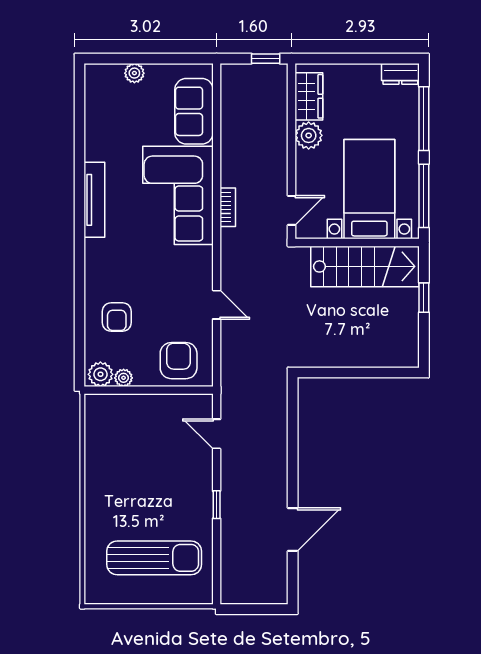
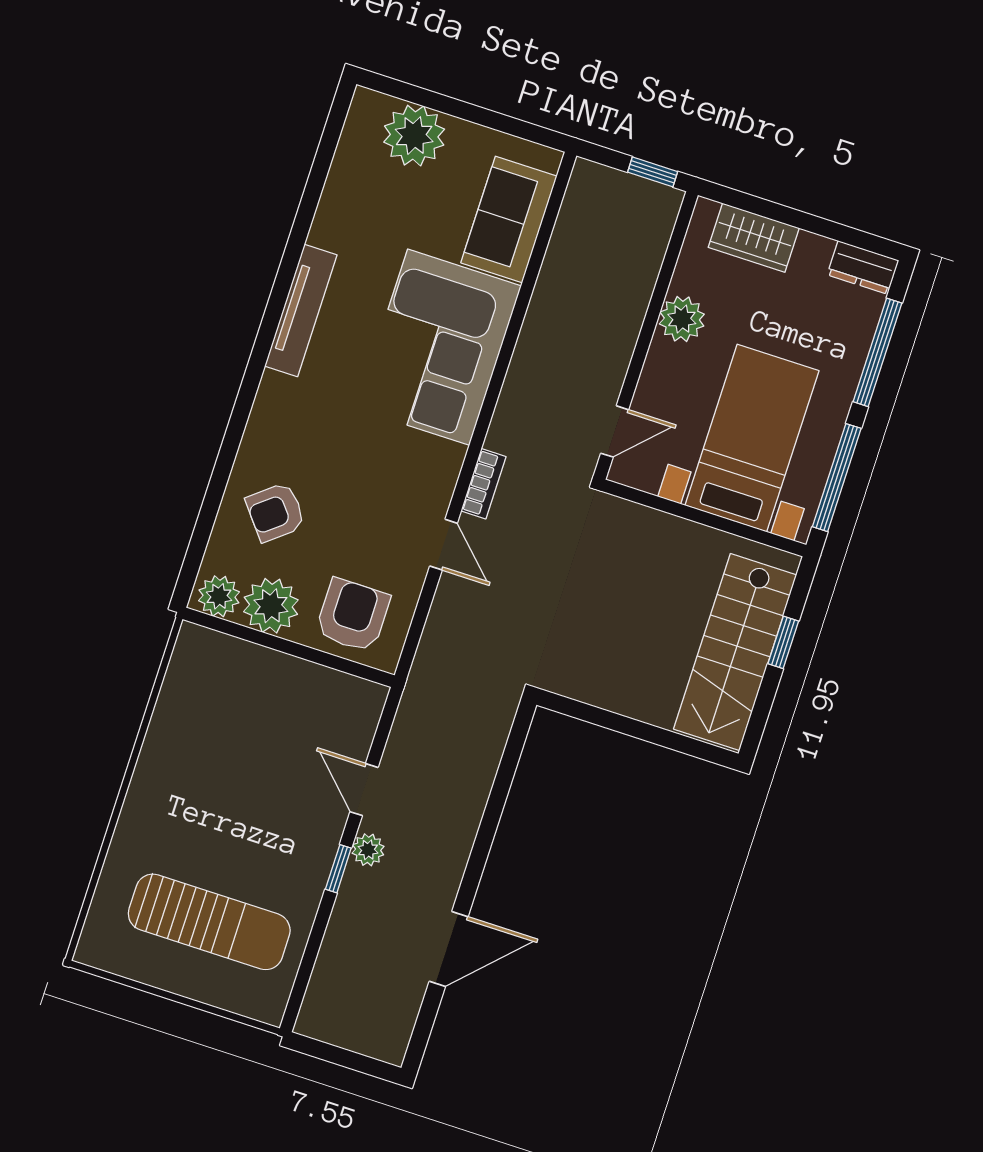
plant: (134, 73) -> (414, 136), width x1.88, depth x1.88
wardrobe: (309, 96) -> (754, 238), moved, turned 90
bookcase: (228, 207) -> (484, 484), moved
stairs: (365, 266) -> (735, 652), moved, turned 90
armchair: (117, 317) -> (276, 512), turned 51
plant: (124, 378) -> (271, 606), width x1.87, depth x1.87
door: (217, 434) -> (364, 790), moved
plant: (230, 489) -> (368, 850), added

